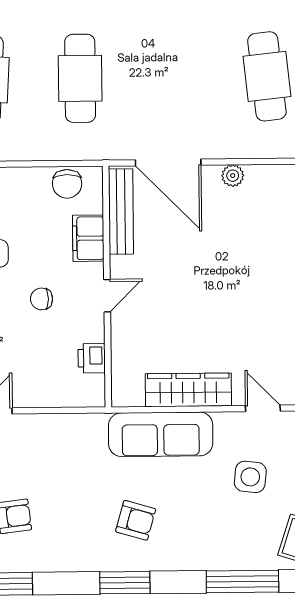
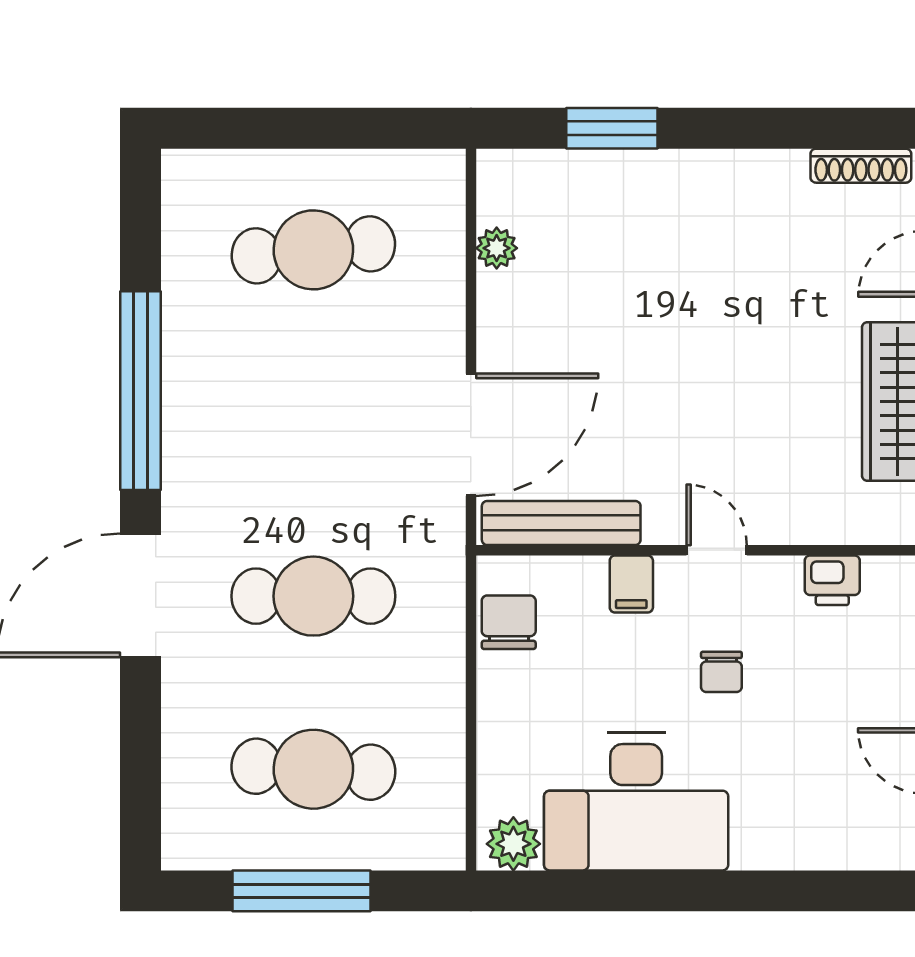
plant: (233, 176) -> (497, 248), moved
chair: (67, 184) -> (509, 622), turned -90
filing cabinet: (88, 238) -> (631, 584), width x0.50

